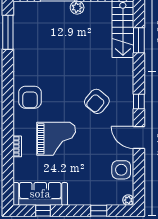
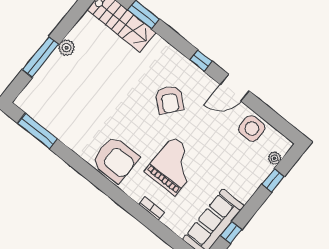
armchair: (30, 97) -> (115, 159), width x1.36, depth x1.36
plant: (128, 200) -> (275, 158), moved

